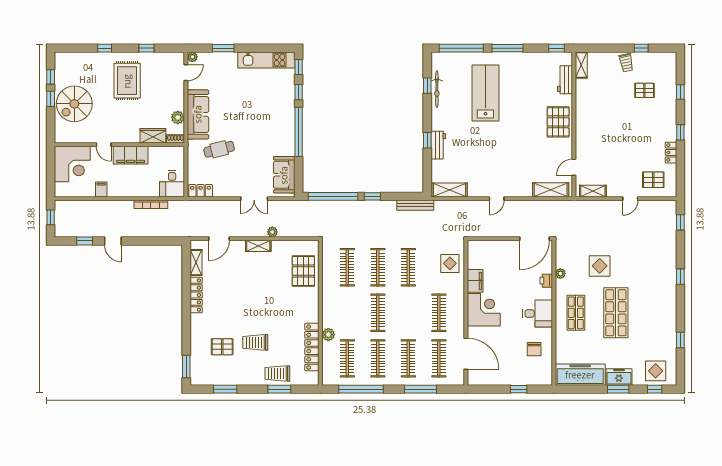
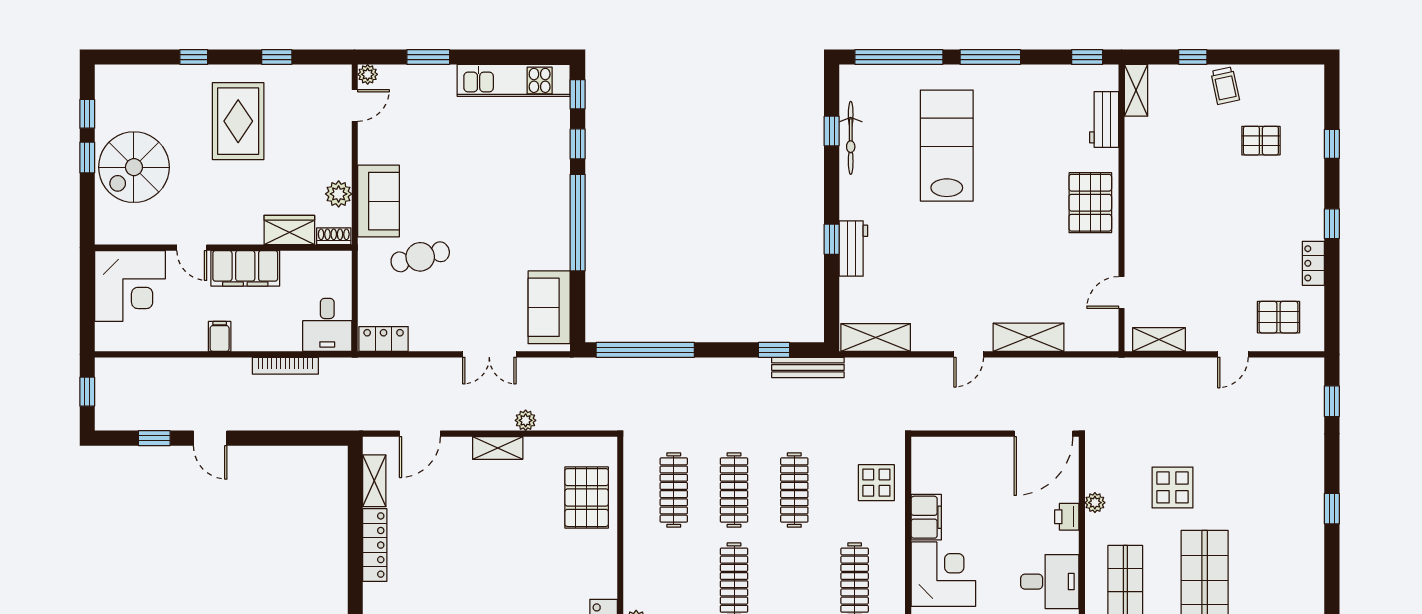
window: (641, 48) -> (1193, 57), moved
sofa: (198, 114) -> (378, 201), width x0.73
filing cabinet: (101, 189) -> (220, 336), moved
shelving: (551, 190) -> (1029, 337), moved
window: (372, 196) -> (774, 350), moved

